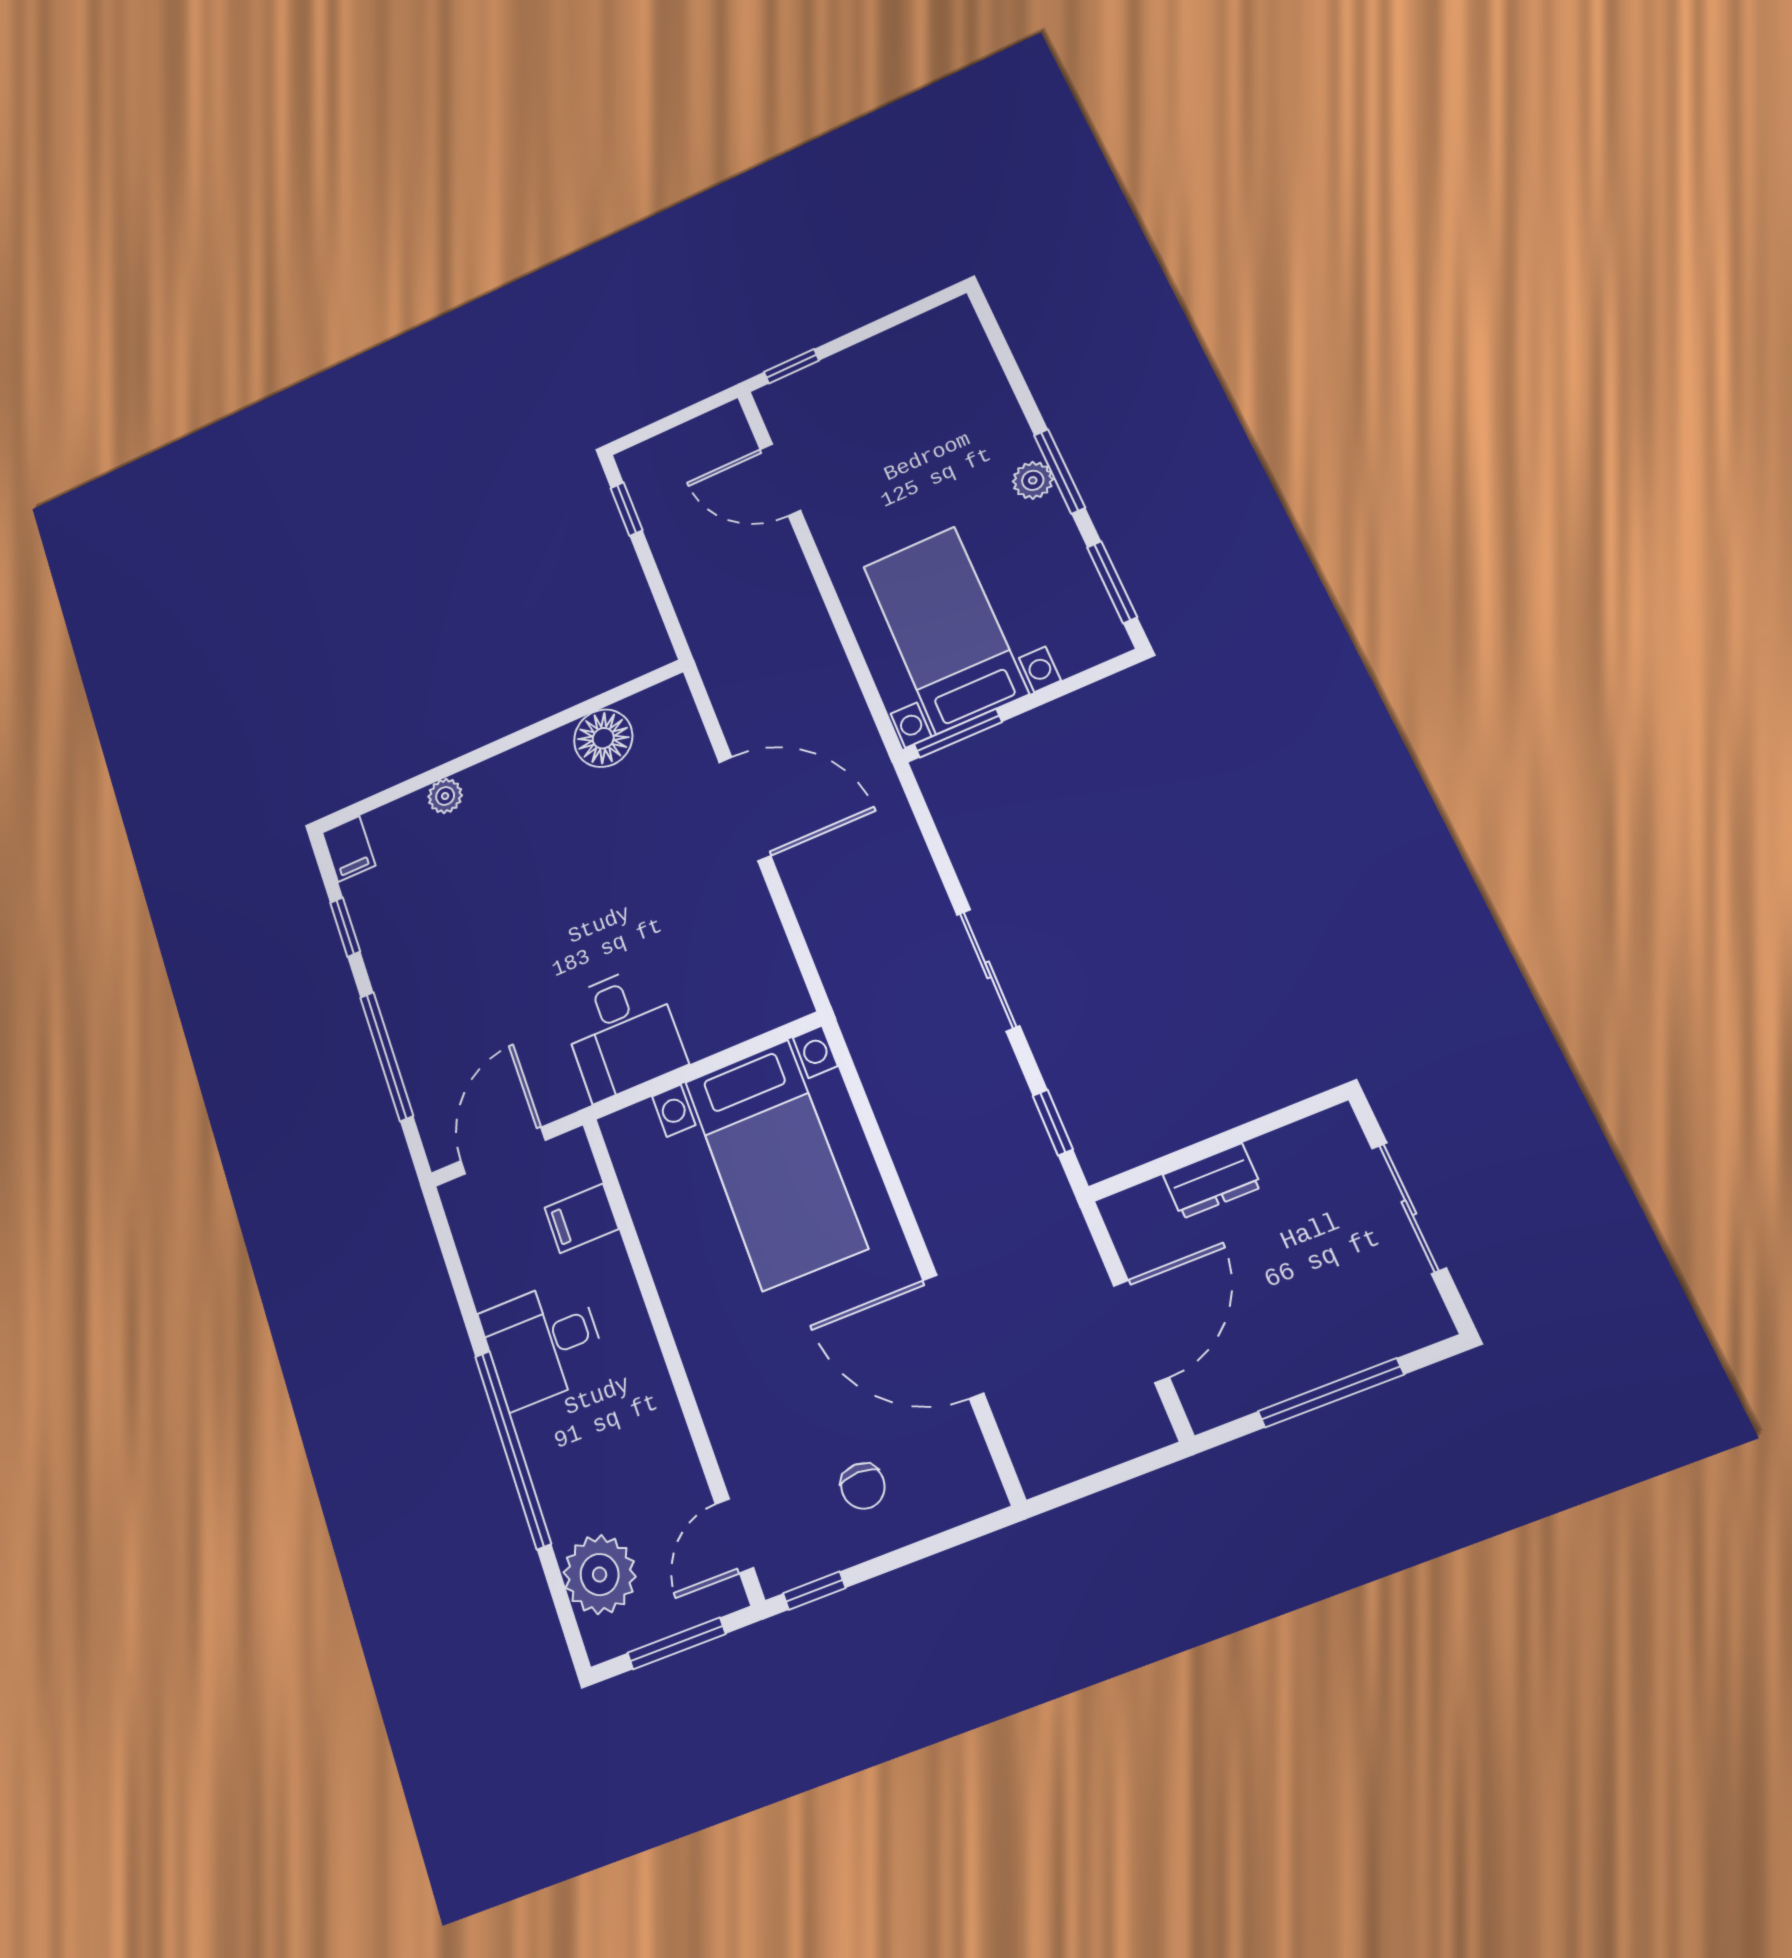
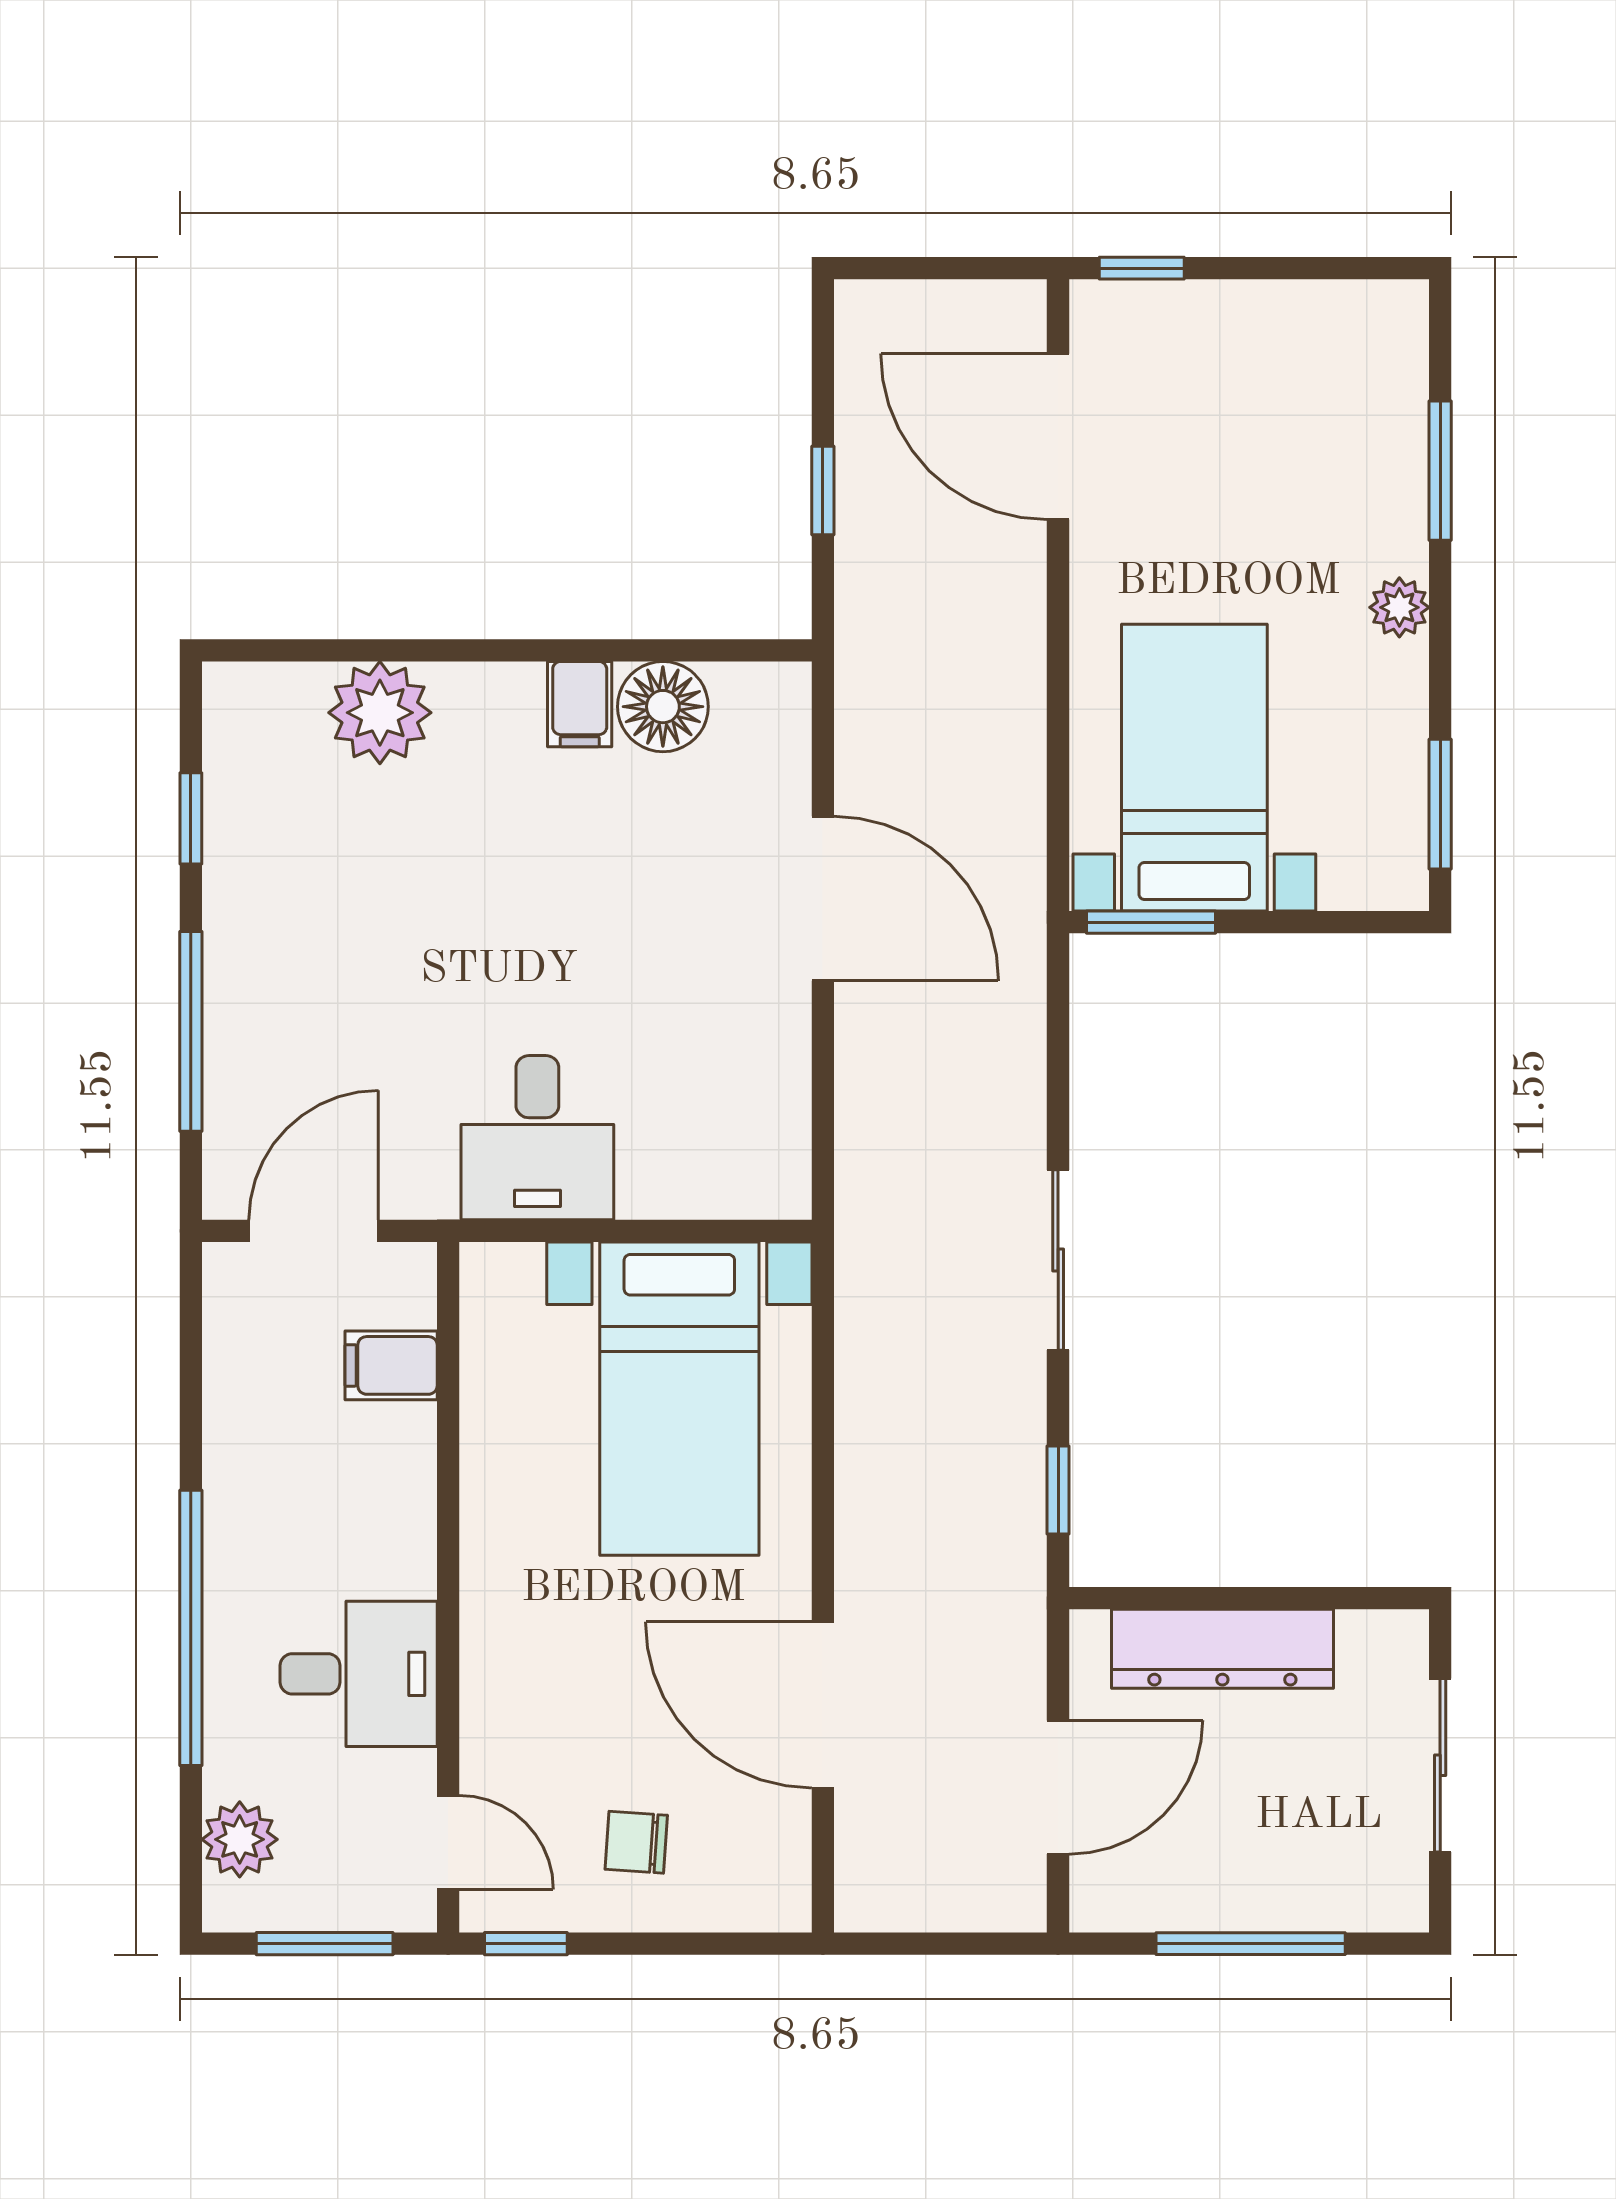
window: (1060, 471) -> (1440, 471), moved
door: (780, 480) -> (1058, 437), width x1.36
window: (627, 509) -> (823, 491), moved
plant: (445, 796) -> (380, 713), width x1.87, depth x1.87
filing cabinet: (349, 849) -> (580, 704), moved
dresser: (1212, 1181) -> (1222, 1649), width x1.96, depth x1.24
desk: (543, 1343) -> (359, 1674), moved, turned 180
chair: (863, 1486) -> (636, 1842), turned 94
door: (734, 1536) -> (448, 1842), swing flipped
plant: (600, 1575) -> (240, 1839), width x0.73, depth x0.73

